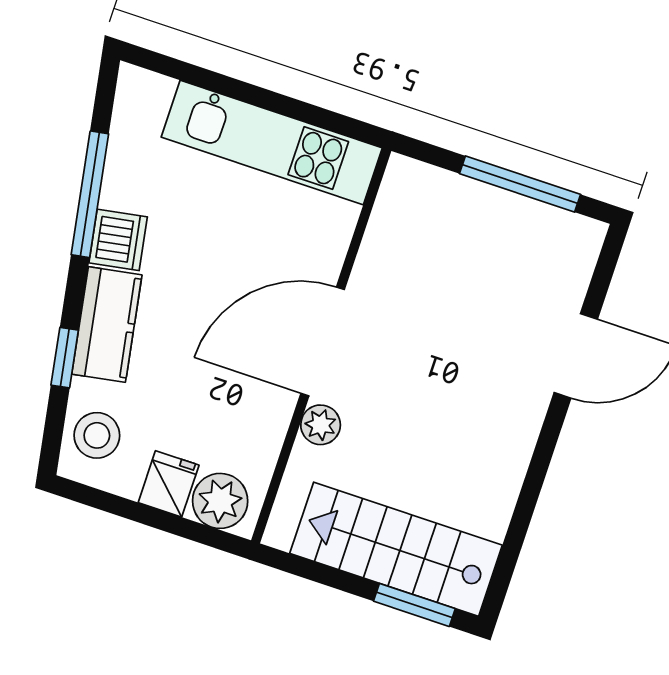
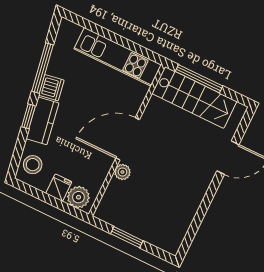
window: (520, 184) -> (199, 79), moved
window: (65, 358) -> (28, 116), moved
stairs: (396, 549) -> (194, 97), moved, turned 180
window: (414, 605) -> (127, 237), moved

